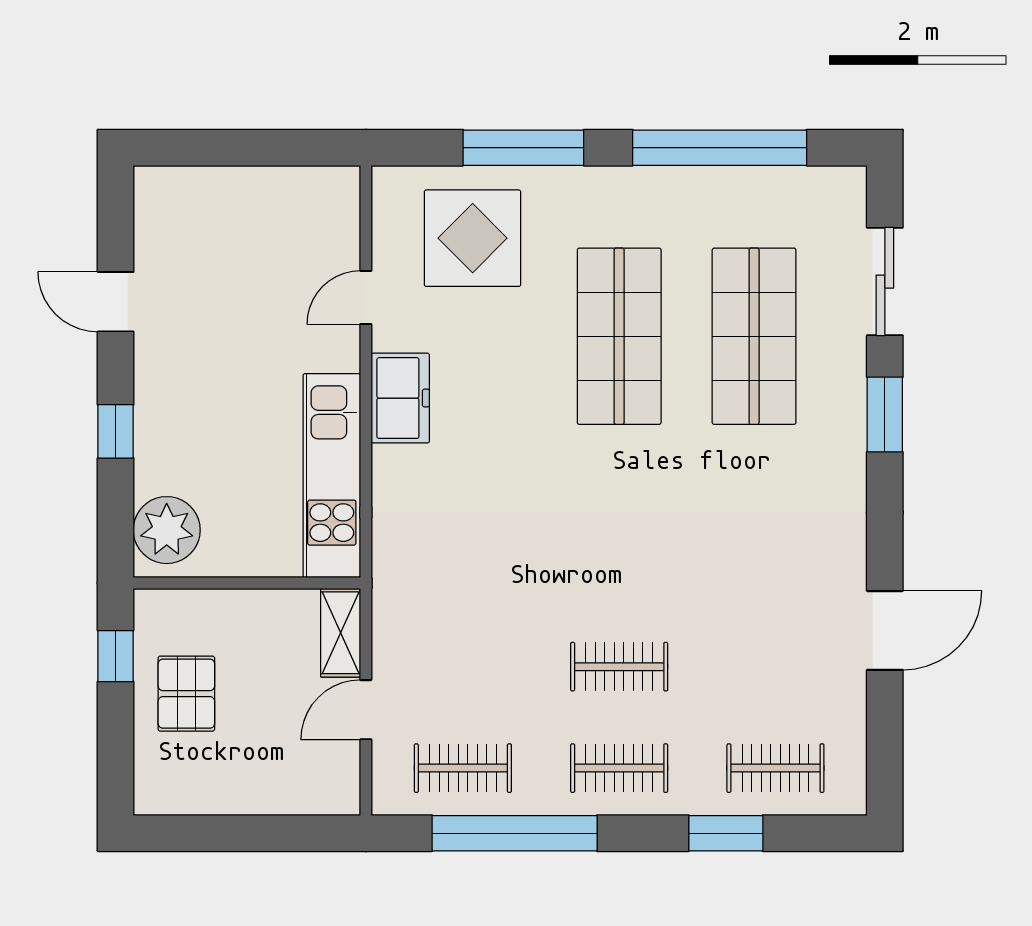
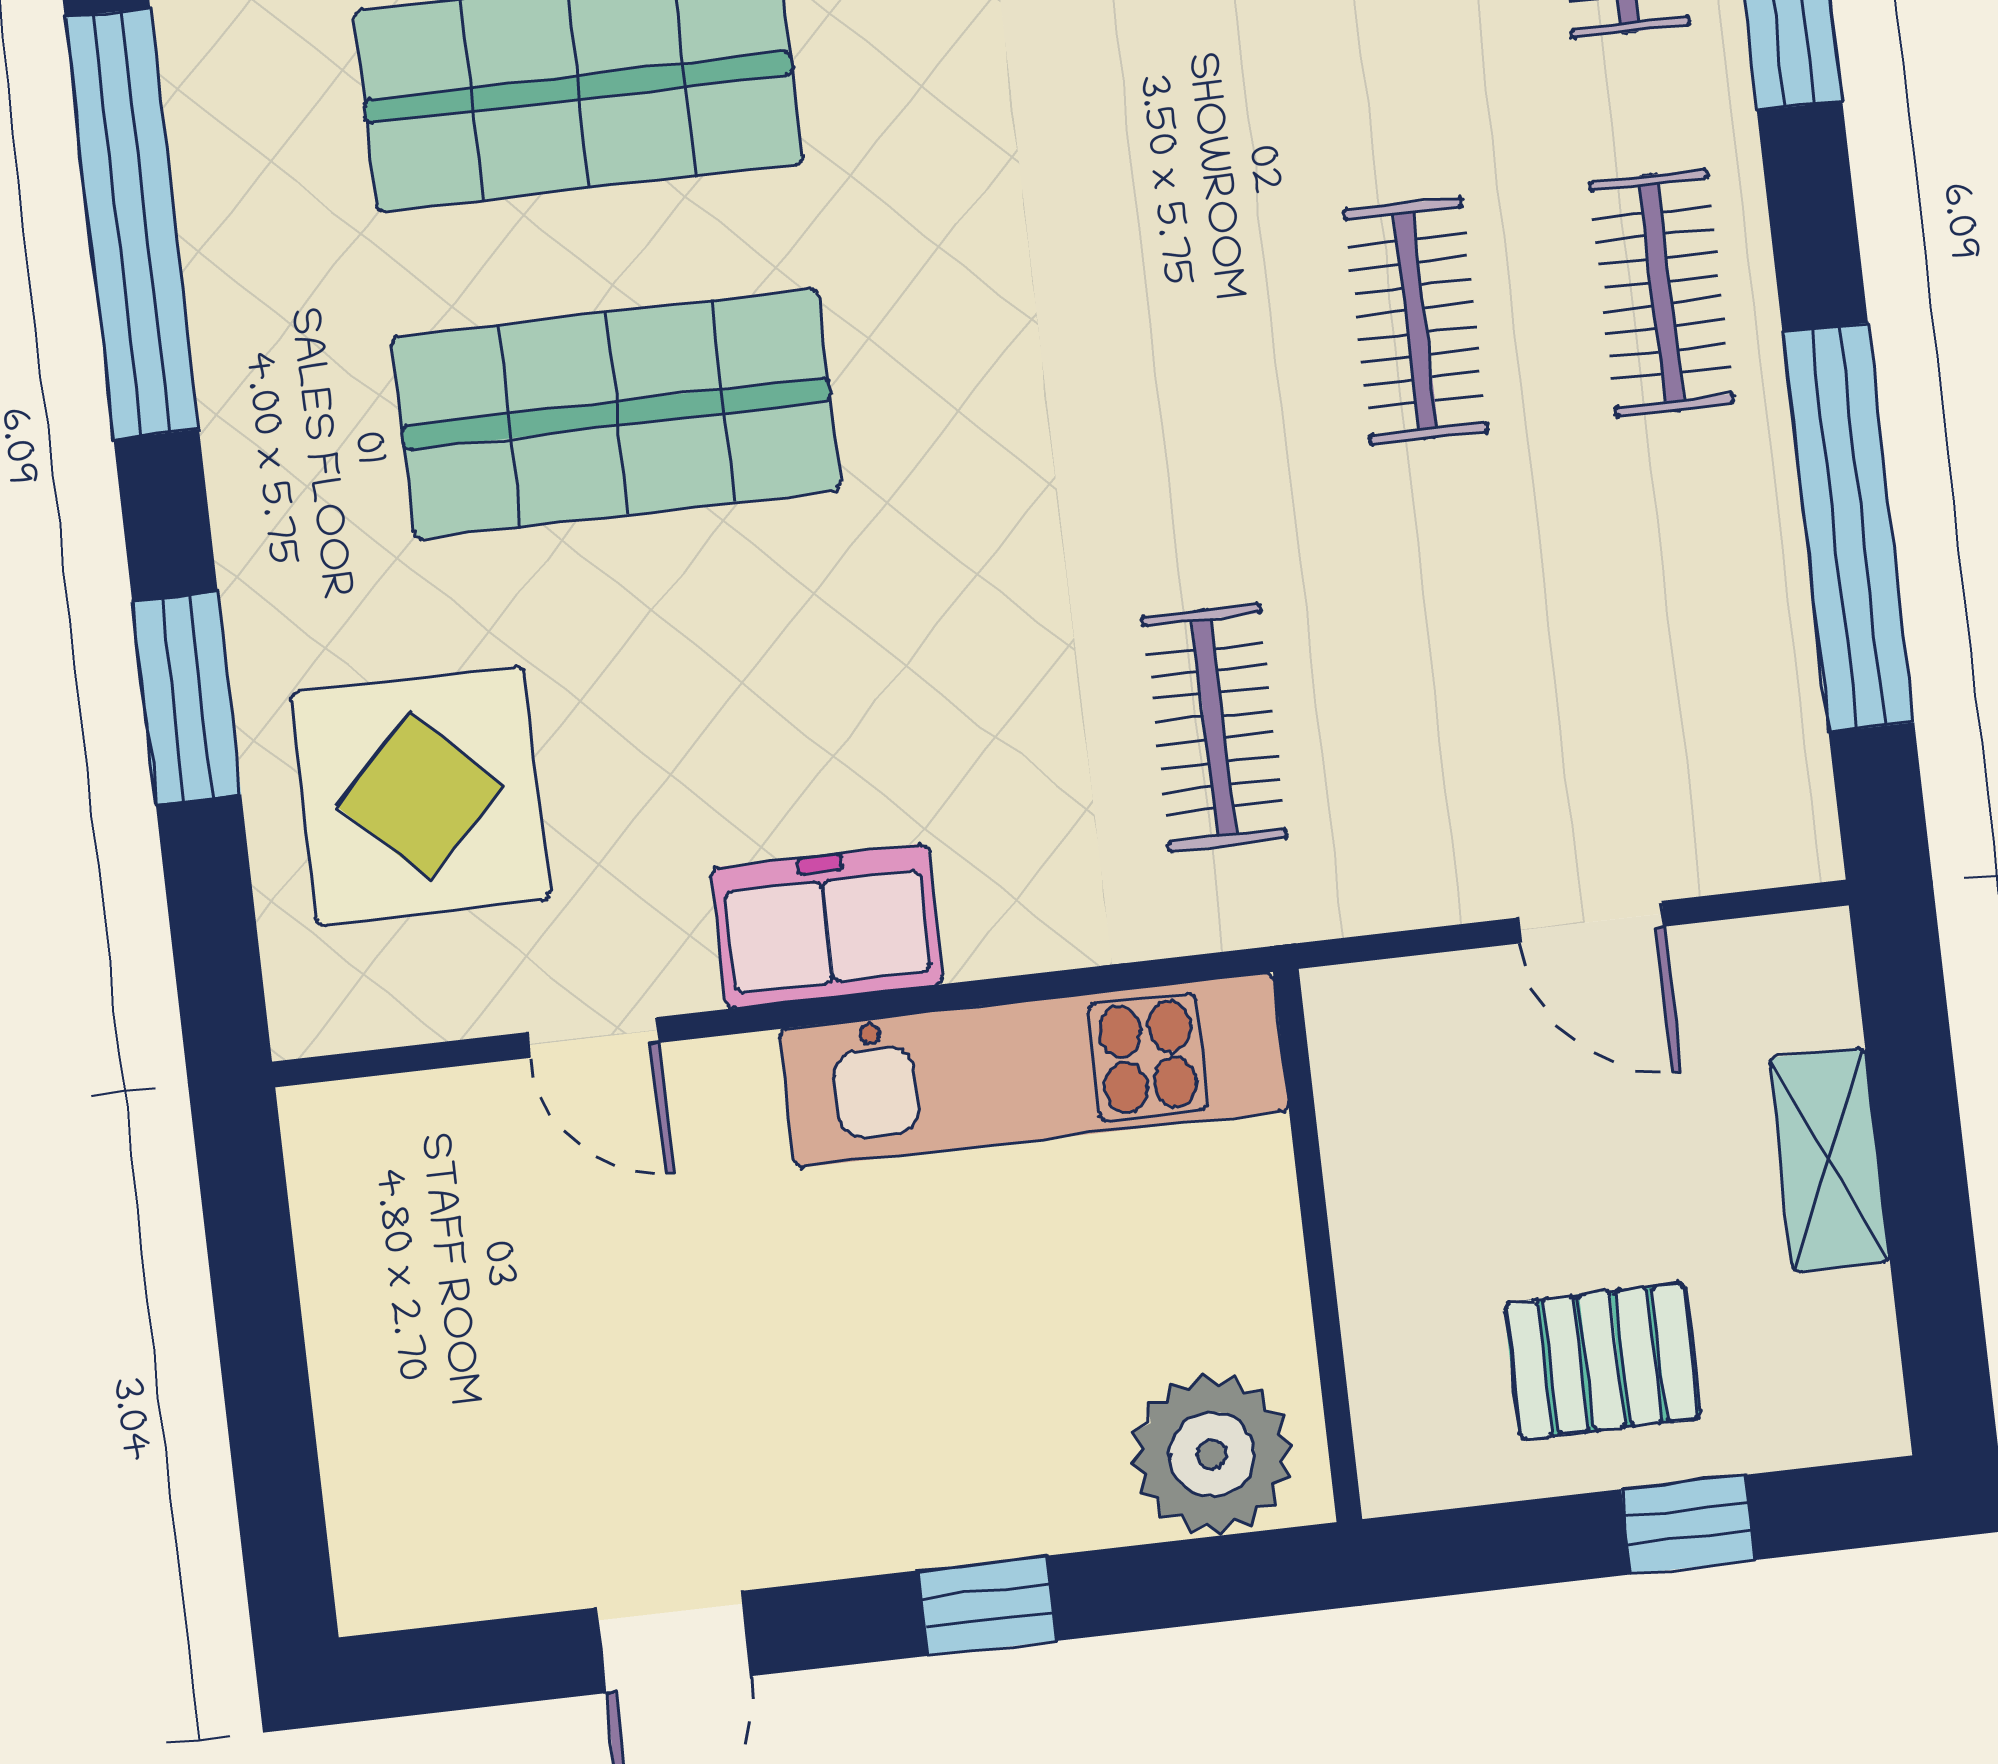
window: (523, 148) -> (187, 698), width x0.69
shelving: (341, 633) -> (1829, 1160), moved, turned 90
window: (116, 656) -> (1688, 1525), moved
clothes rail: (463, 768) -> (1214, 728), moved

